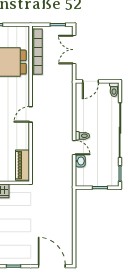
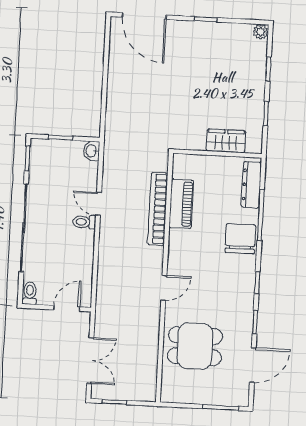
bookcase: (37, 52) -> (158, 209), moved
door: (31, 114) -> (164, 288), moved
washbasin: (80, 161) -> (92, 151), moved
piano: (23, 165) -> (181, 204), moved

